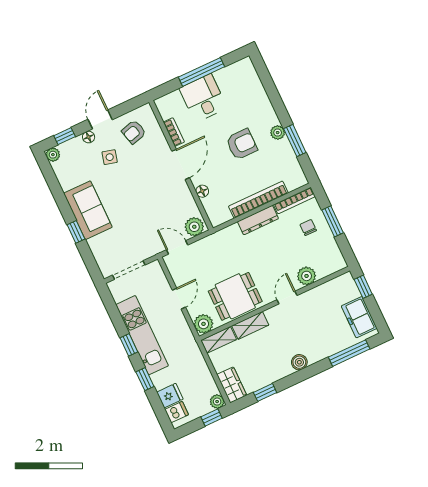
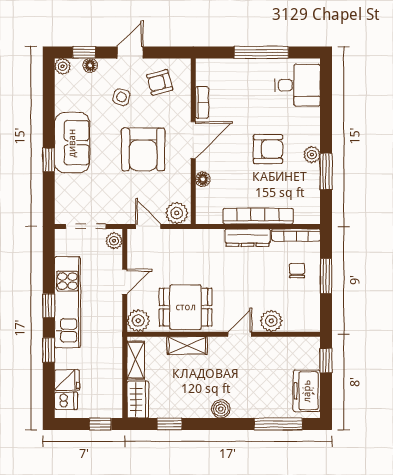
desk: (203, 98) -> (298, 85), moved, turned 90
floor lamp: (89, 137) -> (90, 65), moved
armchair: (145, 190) -> (143, 149), added
shelving: (219, 340) -> (136, 360), moved, turned 90
plant: (217, 402) -> (114, 241), moved

